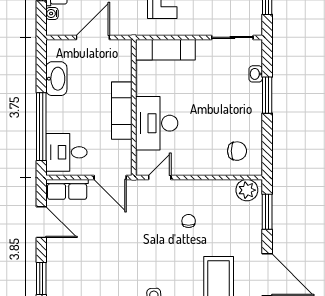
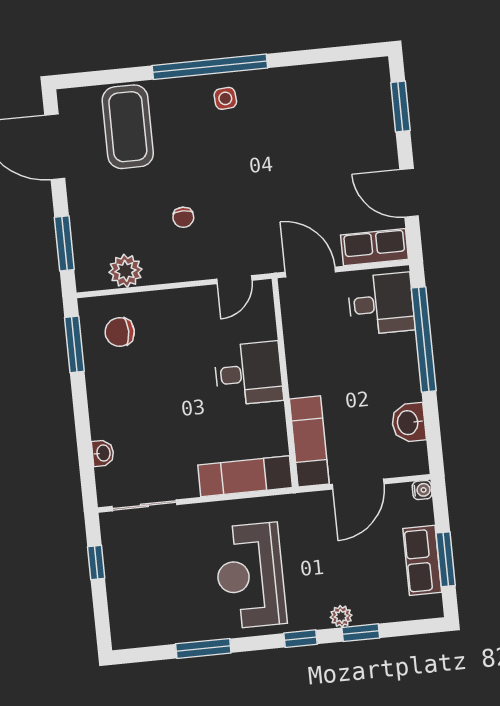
water cooler: (52, 14) -> (422, 490), moved
washbasin: (56, 79) -> (409, 423), width x0.72
window: (267, 95) -> (74, 344), moved
exam couch: (122, 111) -> (309, 441), moved
desk: (157, 123) -> (248, 374), width x0.73
plant: (247, 190) -> (126, 271), moved

